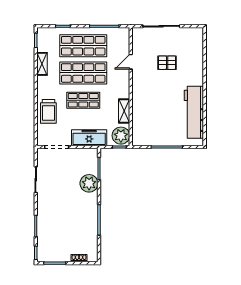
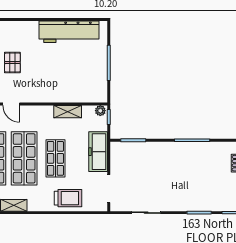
plant: (121, 136) -> (100, 111), width x0.53, depth x0.53
plant: (89, 183) -> (150, 152), removed

